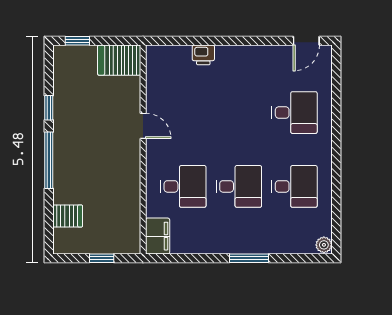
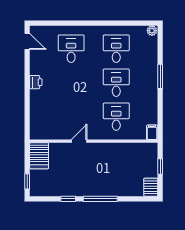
printer: (203, 55) -> (36, 82), moved
server rack: (68, 216) -> (151, 187), moved
filing cabinet: (158, 236) -> (152, 132), width x0.50

